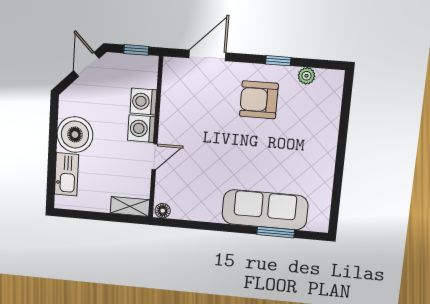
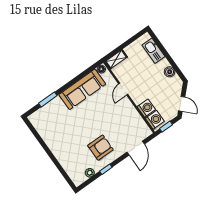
washing machine: (141, 129) -> (155, 120), moved
boiler: (75, 135) -> (170, 72), width x0.54, depth x0.54
sofa: (265, 210) -> (82, 89), moved

